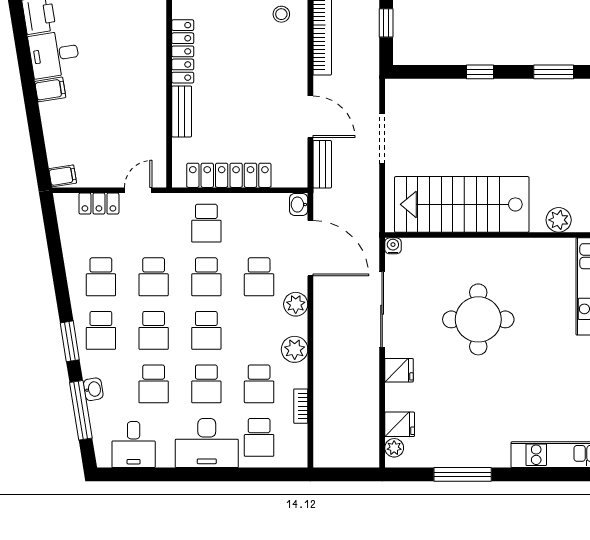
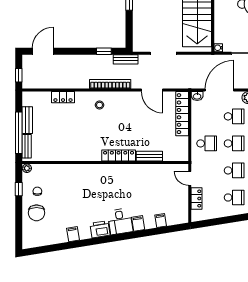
door: (310, 117) -> (152, 90), swing flipped
bench: (322, 164) -> (126, 59), moved
locker: (229, 175) -> (182, 114), moved
filing cabinet: (63, 176) -> (161, 221), moved

